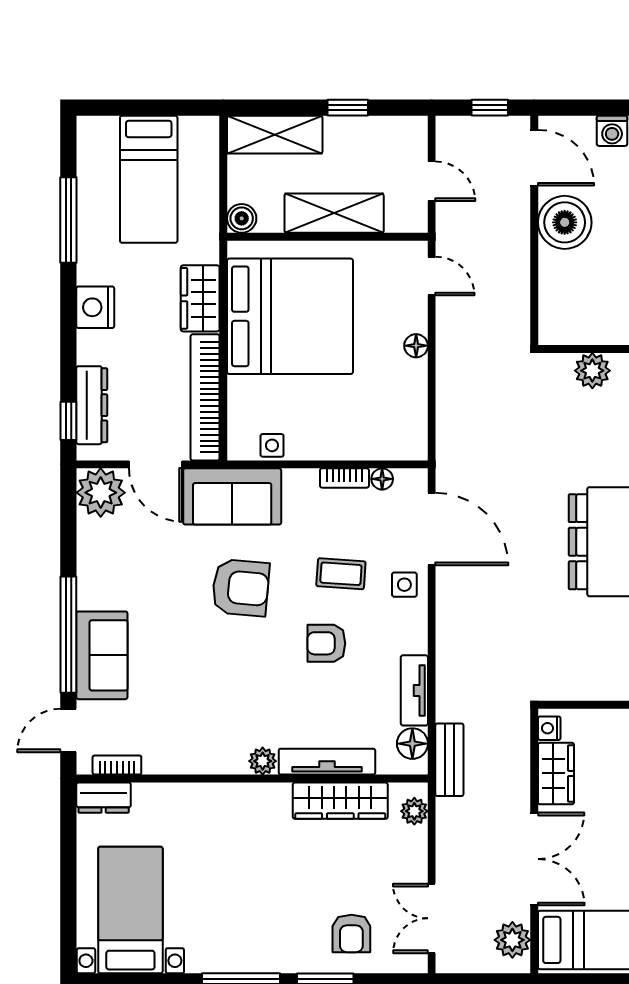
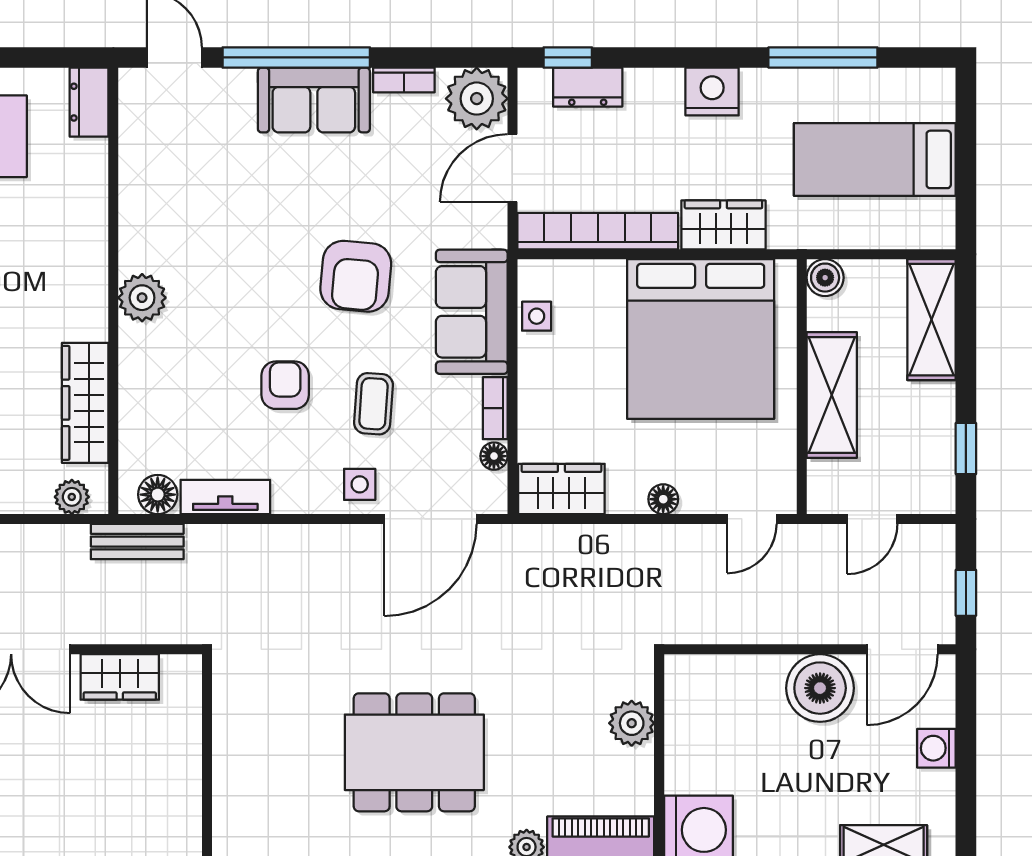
window: (348, 108) -> (966, 449), moved
dresser: (92, 405) -> (588, 87), width x0.70
wardrobe: (408, 426) -> (561, 489), added
sofa: (232, 496) -> (472, 312), moved
sofa: (102, 655) -> (314, 100), moved
nightstand: (549, 728) -> (177, 668), removed
plant: (263, 761) -> (142, 298), width x1.38, depth x1.38
tv unit: (327, 762) -> (135, 386), removed
bookcase: (117, 765) -> (404, 80), moved, turned 90

